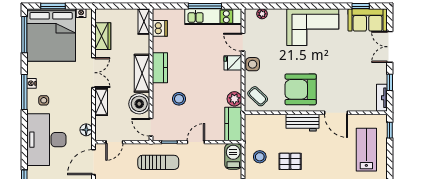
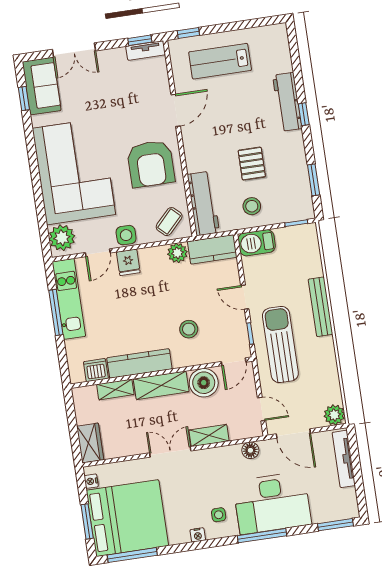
plant: (262, 14) -> (62, 238), width x1.87, depth x1.87
shelving: (144, 22) -> (115, 389), moved
corner sofa: (313, 27) -> (74, 171), width x1.36, depth x1.36
wardrobe: (103, 36) -> (90, 443), moved, turned 90
kitchen counter: (160, 68) -> (139, 363), width x1.50
window: (390, 82) -> (140, 40), moved
window: (24, 92) -> (262, 536), moved
workbench: (302, 123) -> (203, 203), moved, width x1.37
sun lounger: (158, 162) -> (280, 345), width x1.36, depth x1.34

